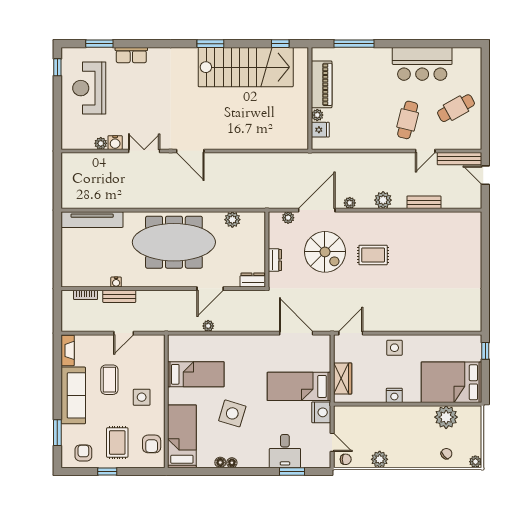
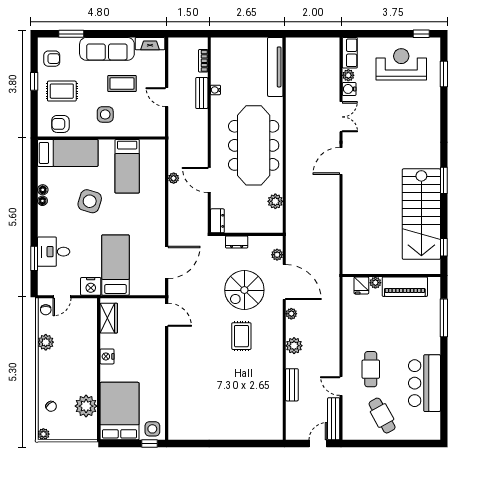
row of seats: (131, 55) -> (350, 53), moved, turned 180
cafe table: (408, 120) -> (371, 369), turned 76
side table: (394, 348) -> (152, 429), moved
wardrobe: (343, 379) -> (109, 318), moved, turned -90

